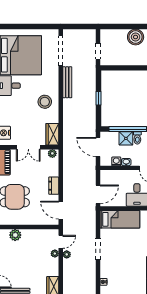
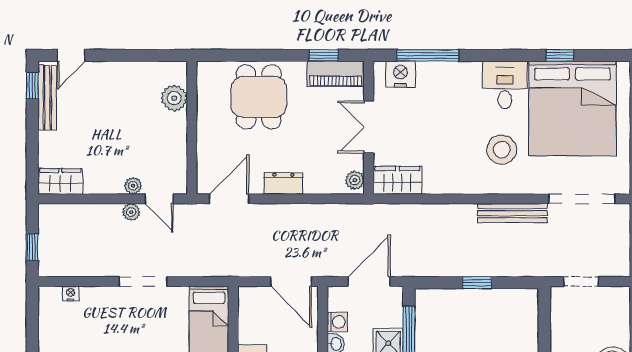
stool: (45, 102) -> (502, 150), moved
door: (98, 194) -> (291, 281), moved

